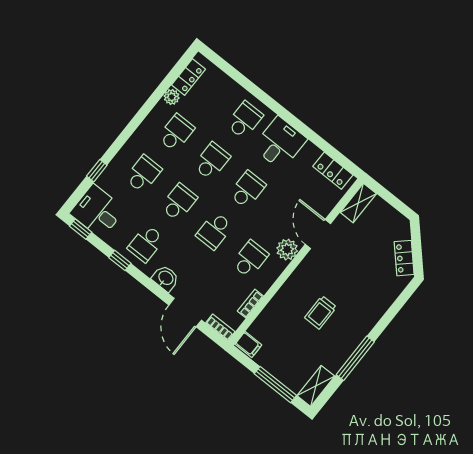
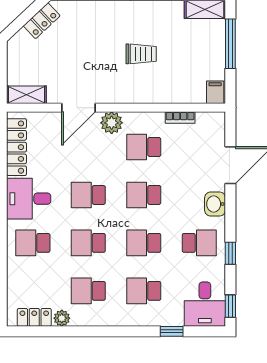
locker: (333, 171) -> (16, 147), width x1.53
school desk: (214, 231) -> (144, 195), turned 180
bookcase: (220, 327) -> (219, 127), removed

